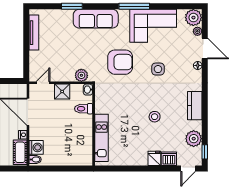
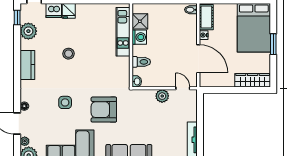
plant: (81, 75) -> (162, 96), moved
door: (43, 83) -> (183, 88), swing flipped
shower: (62, 92) -> (140, 21), moved
washing machine: (36, 147) -> (139, 37), moved, turned 180

